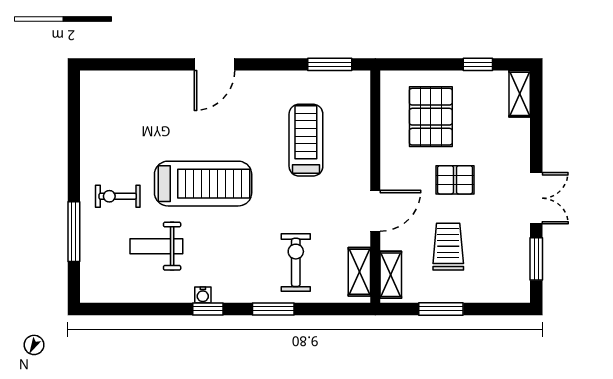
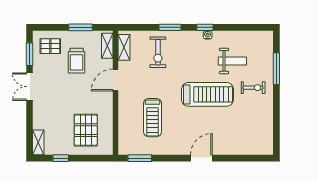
pallet: (455, 180) -> (50, 46), moved
treadmill: (203, 184) -> (207, 94), turned 180

